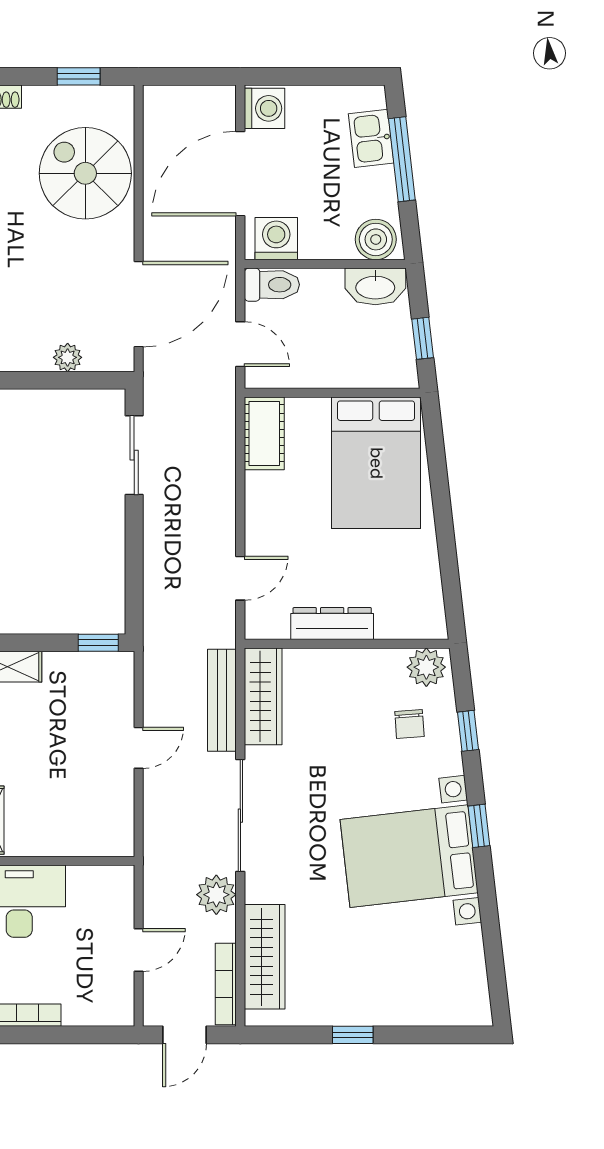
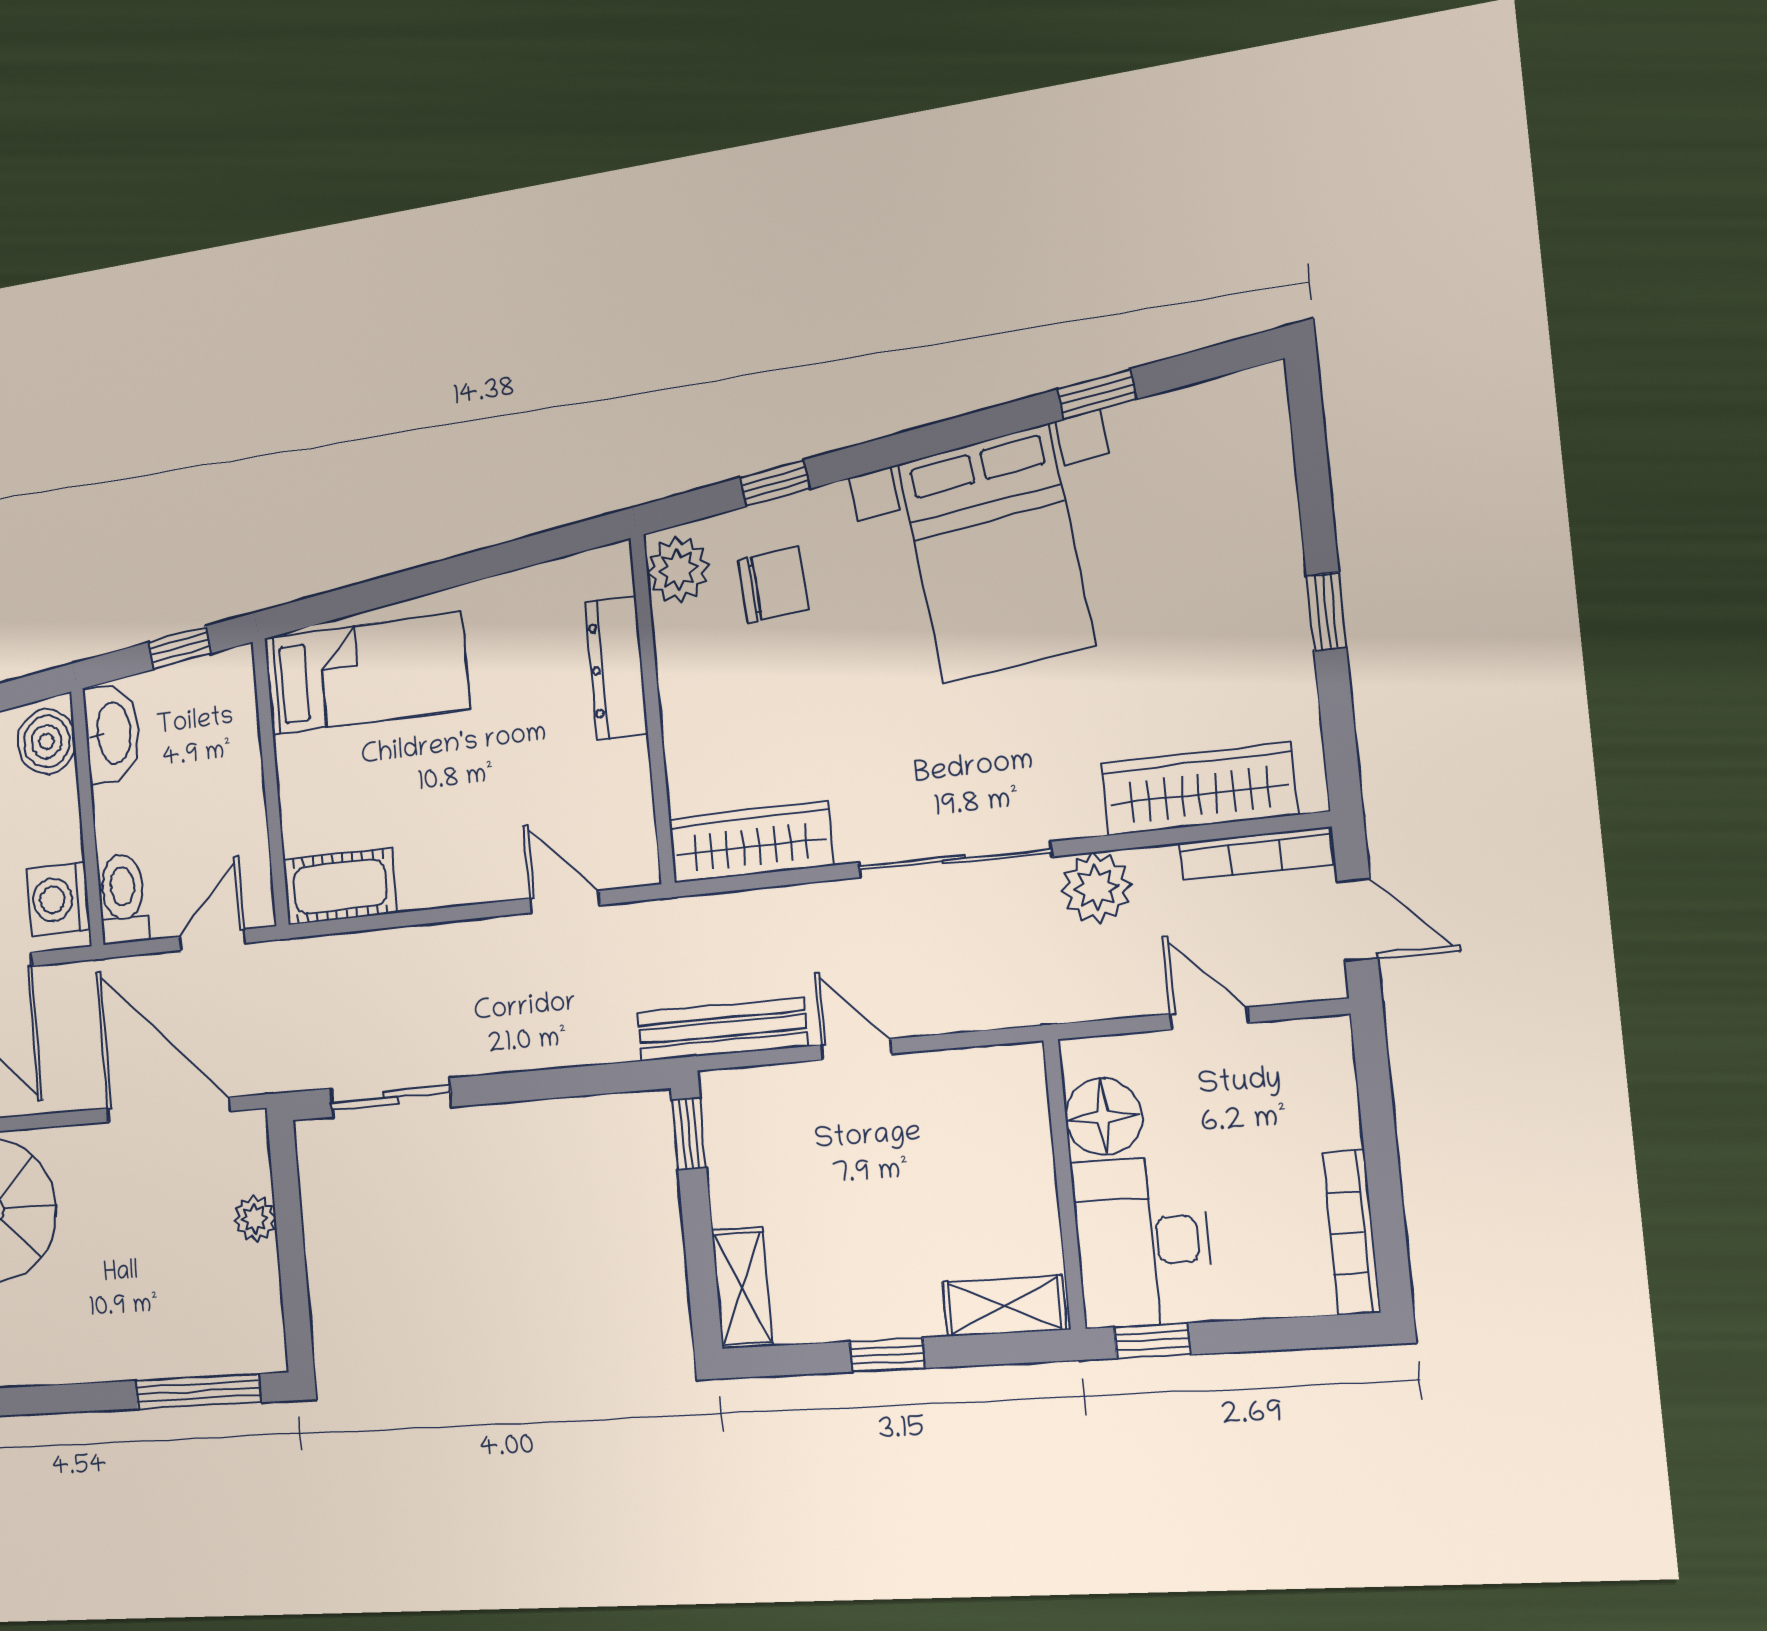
bed: (376, 463) -> (366, 674), width x0.67
dresser: (332, 624) -> (616, 668), moved
bench: (222, 700) -> (722, 1029), moved
chair: (409, 724) -> (773, 585), width x1.37, depth x1.37
window: (479, 826) -> (1097, 394), moved
floor lamp: (89, 886) -> (1103, 1117), added

